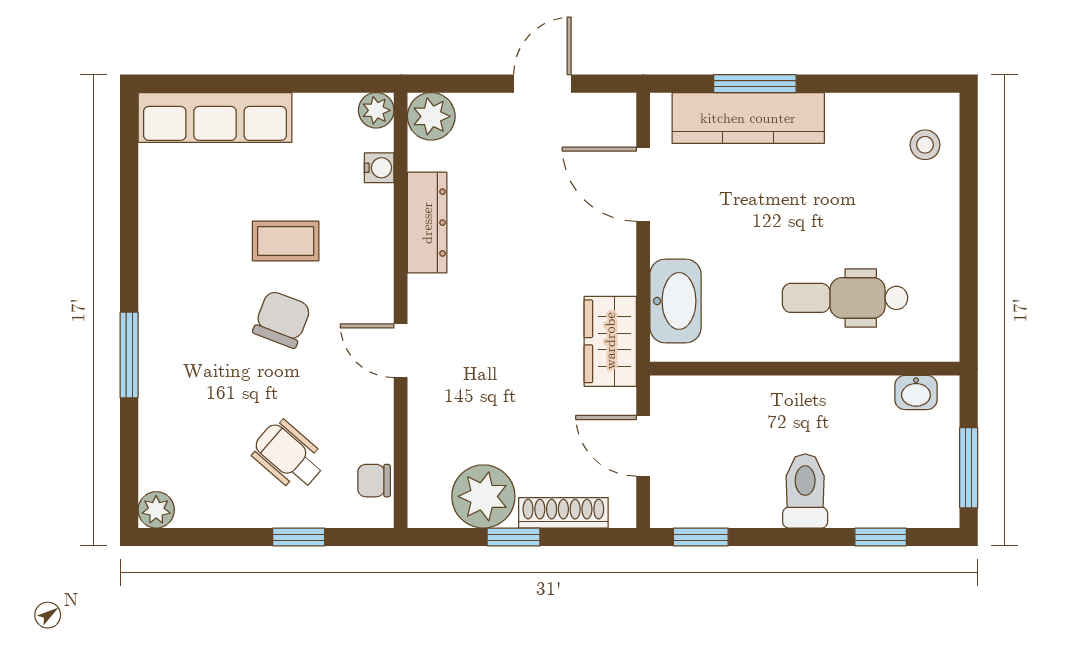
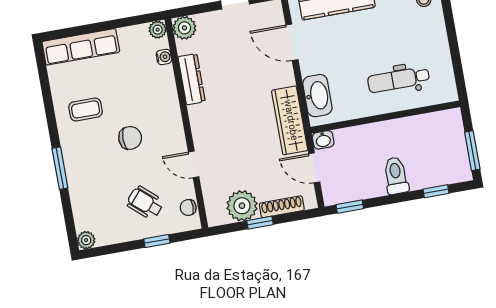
coffee table: (286, 241) -> (86, 109), moved
chair: (282, 319) -> (130, 138), turned 69
wardrobe: (610, 341) -> (290, 120), width x1.50
door: (401, 351) -> (194, 164), moved
washbasin: (916, 392) -> (323, 140), moved

